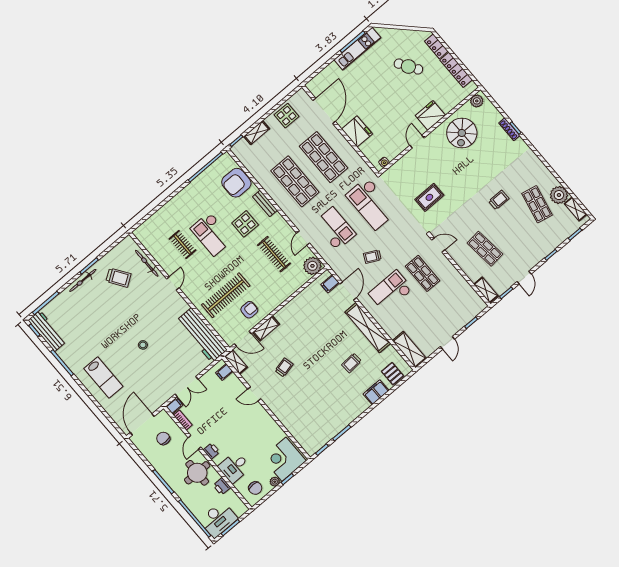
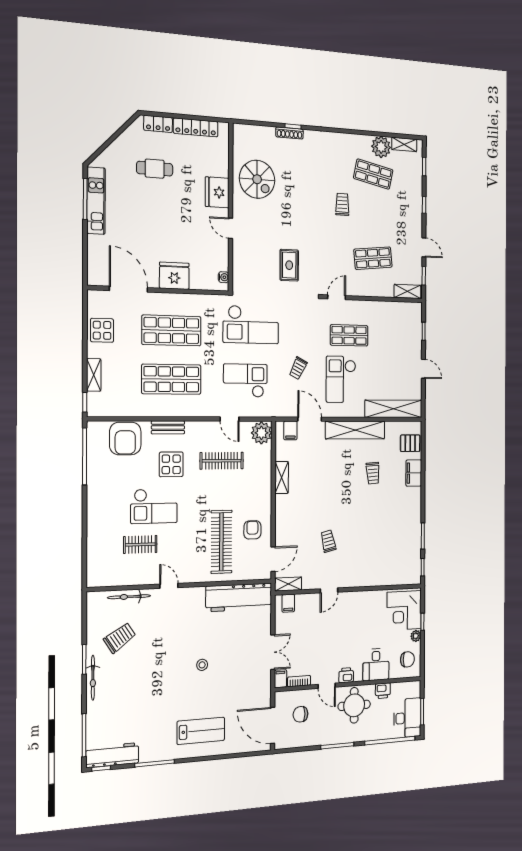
cafe table: (408, 66) -> (155, 169), turned 33
plant: (477, 101) -> (240, 137), removed
shelving: (266, 328) -> (282, 478), moved
shelving: (409, 350) -> (394, 409), width x1.47

